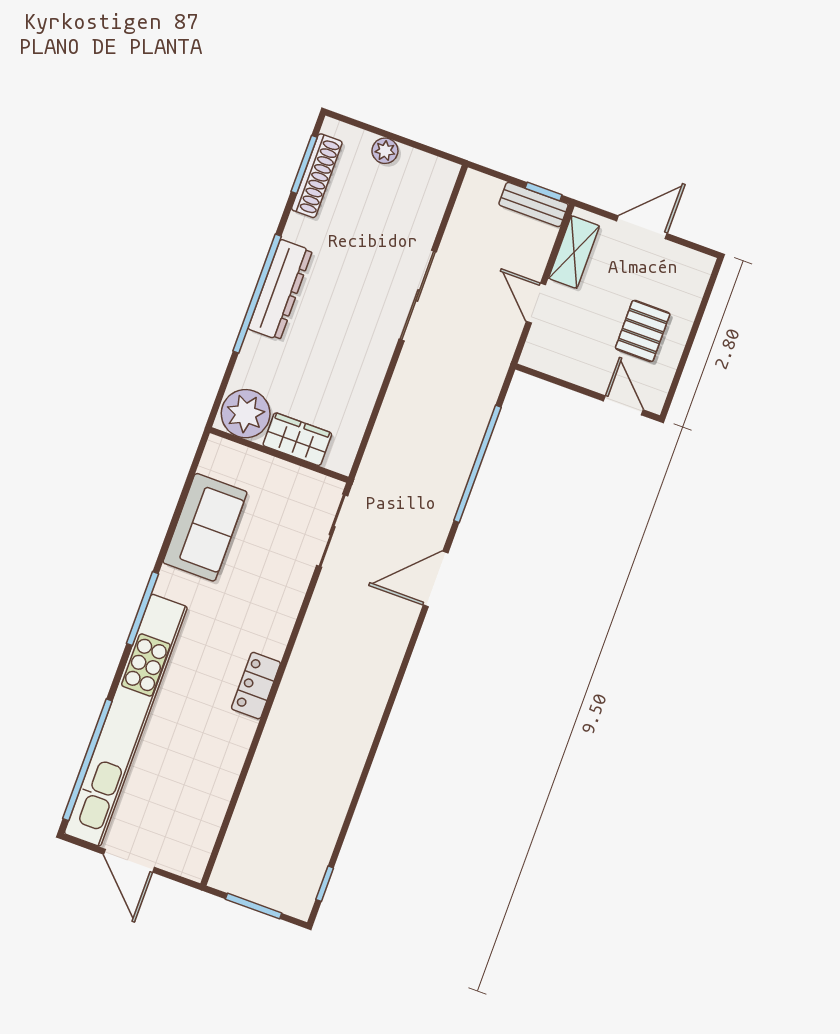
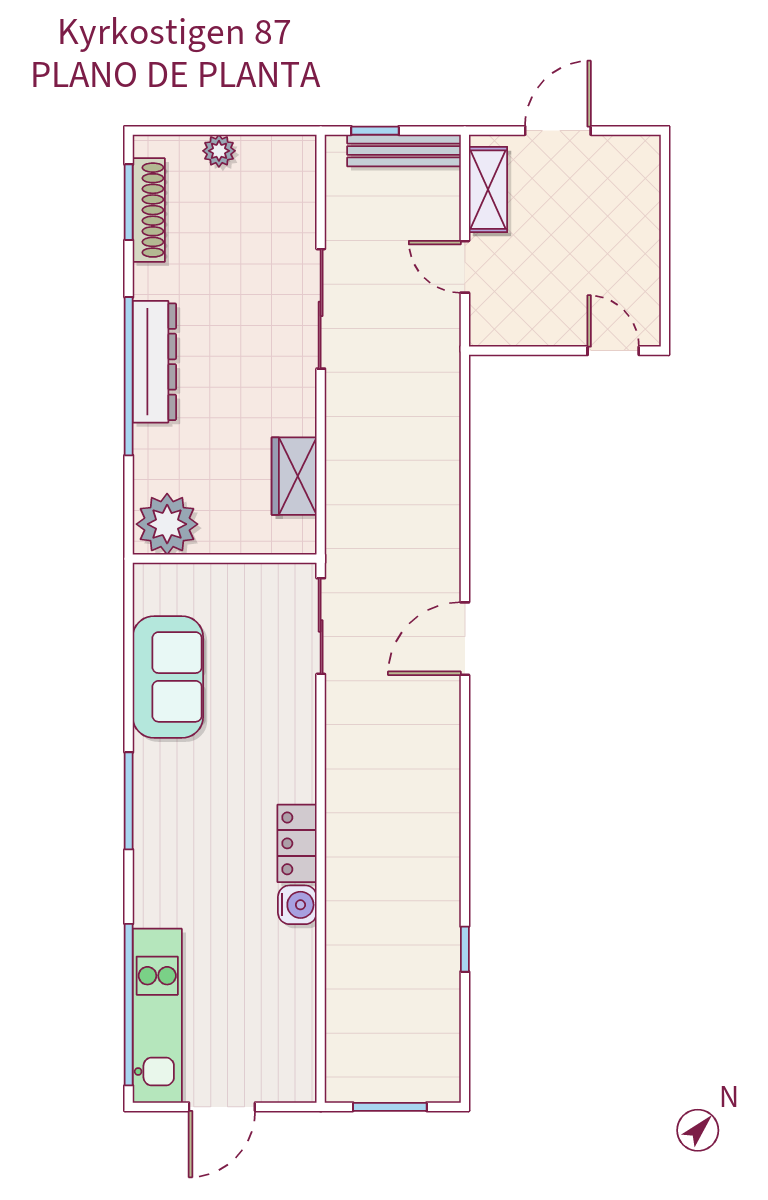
window: (544, 191) -> (375, 131), moved
bench: (534, 205) -> (404, 151), width x1.36
pallet: (643, 331) -> (604, 254), removed
wardrobe: (297, 439) -> (294, 476), moved, turned -90
window: (477, 464) -> (465, 483), removed
kitchen unit: (126, 720) -> (157, 1016), width x0.54
water cooler: (239, 731) -> (297, 905), added
door: (129, 861) -> (222, 1107), hinge flipped
window: (325, 884) -> (465, 949), moved

